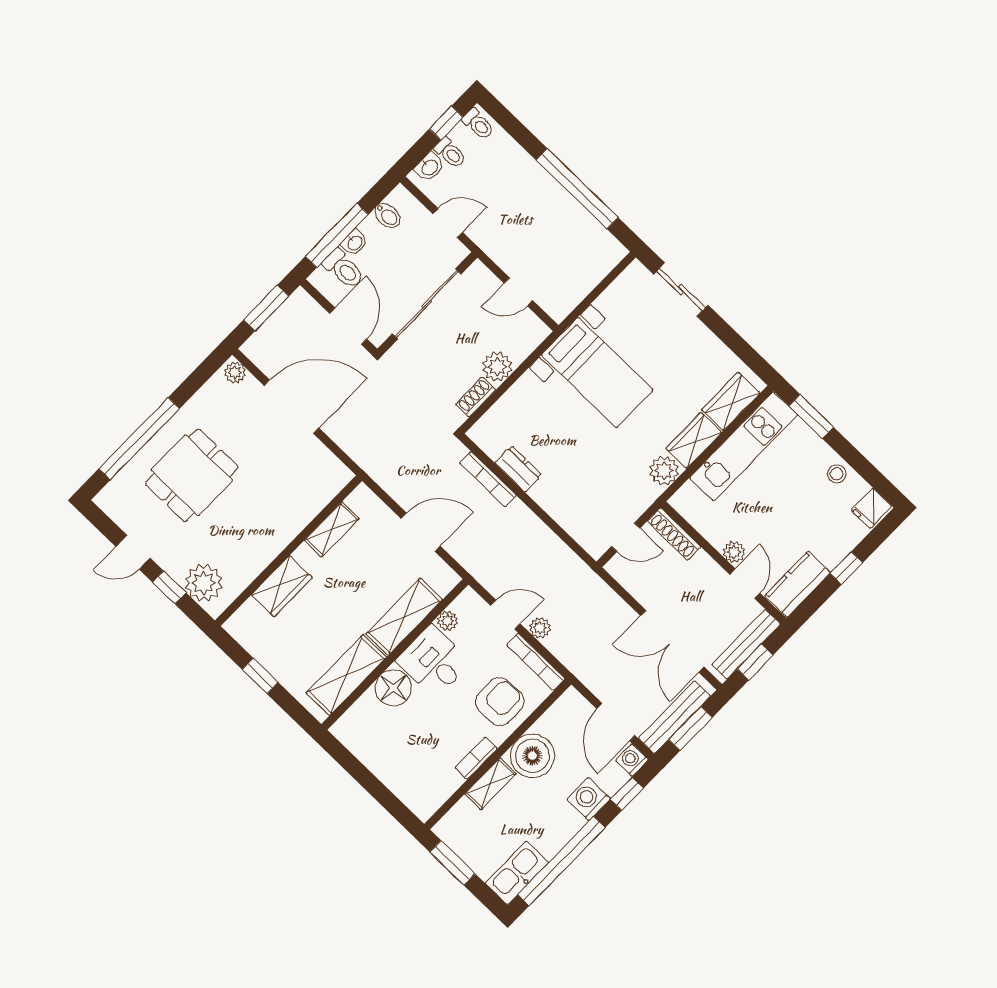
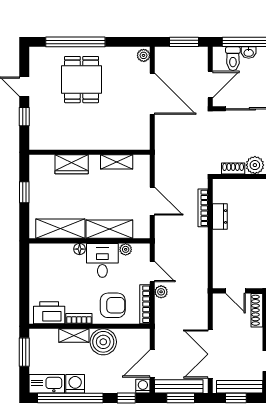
dining table: (192, 475) -> (82, 80), turned 90
plant: (204, 583) -> (40, 129), removed
floor lamp: (393, 688) -> (80, 249), width x0.53, depth x0.53
printer: (434, 787) -> (49, 313), added
washing machine: (589, 799) -> (75, 384), moved

